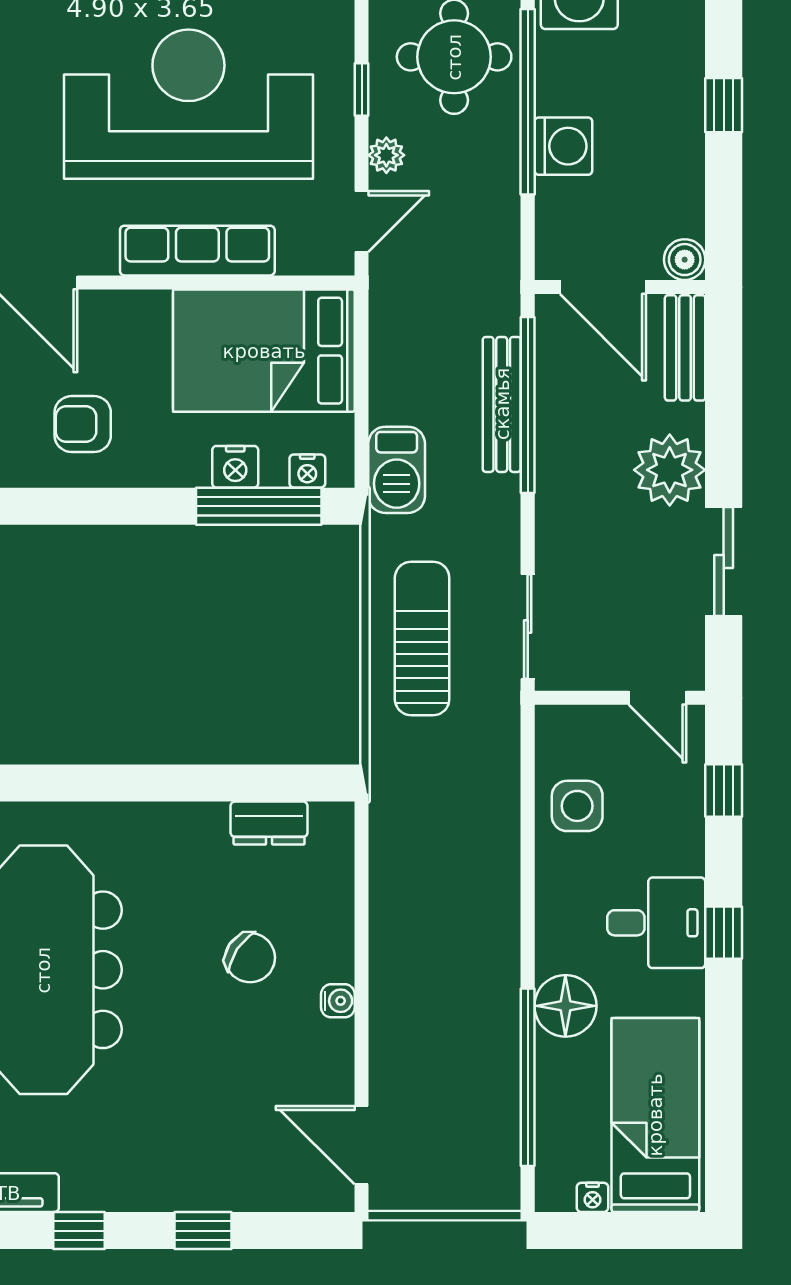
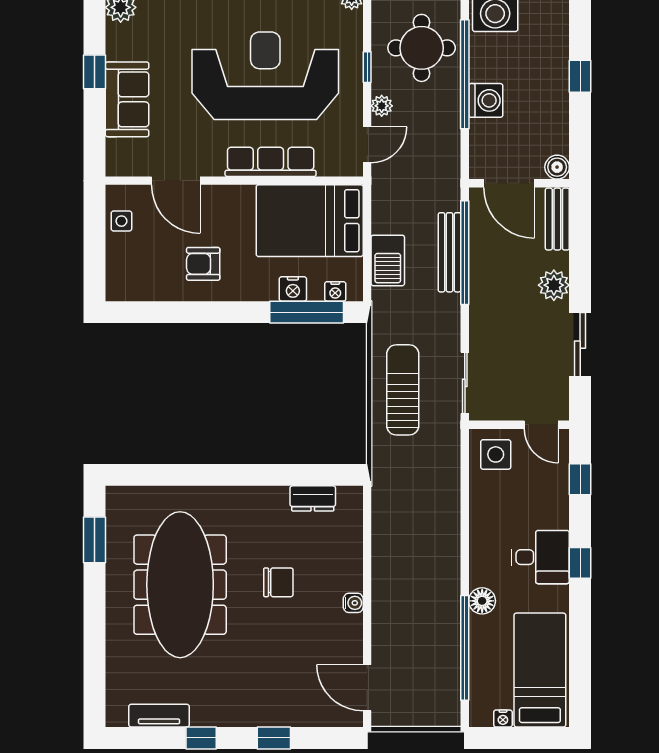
barbecue: (397, 470) -> (388, 260), moved
plant: (670, 470) -> (554, 285), width x0.73, depth x0.73
side table: (577, 806) -> (496, 454), moved
chair: (250, 958) -> (278, 582), moved, turned -34
floor lamp: (565, 1006) -> (482, 601), width x0.73, depth x0.73

